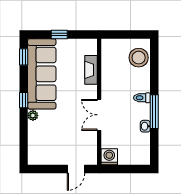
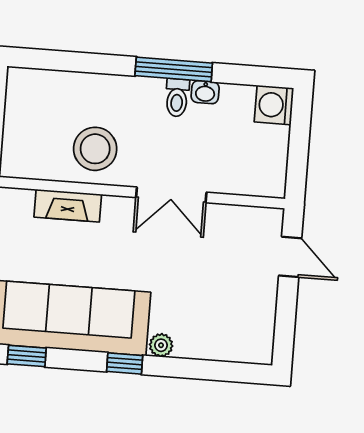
stool: (139, 58) -> (95, 149), moved
toilet: (142, 98) -> (177, 98), moved
washing machine: (109, 157) -> (274, 105), moved

